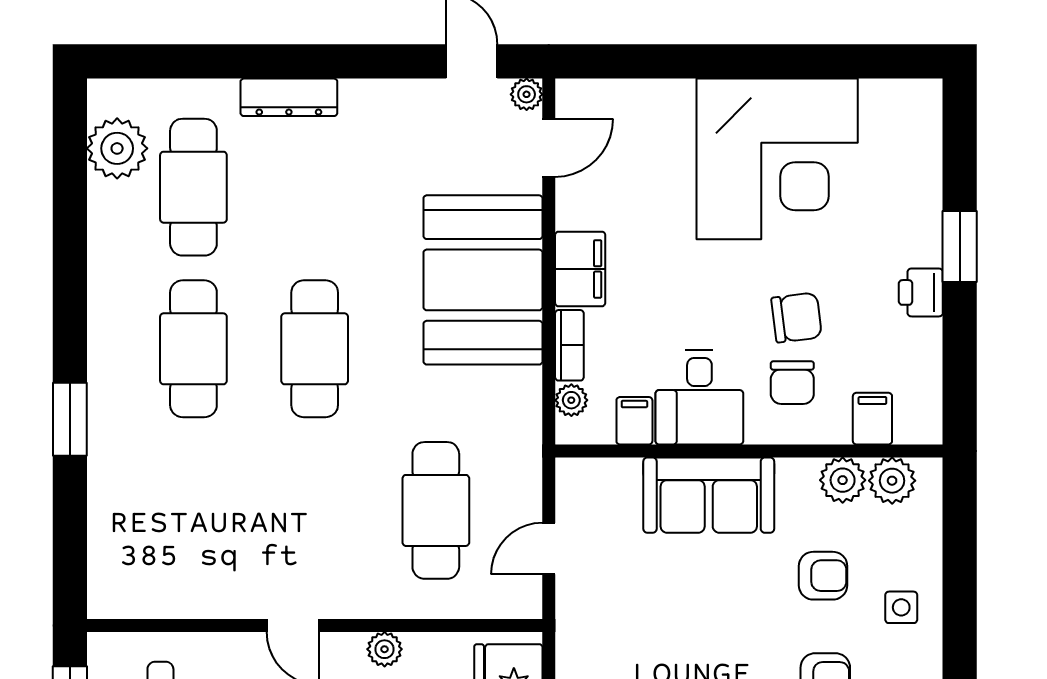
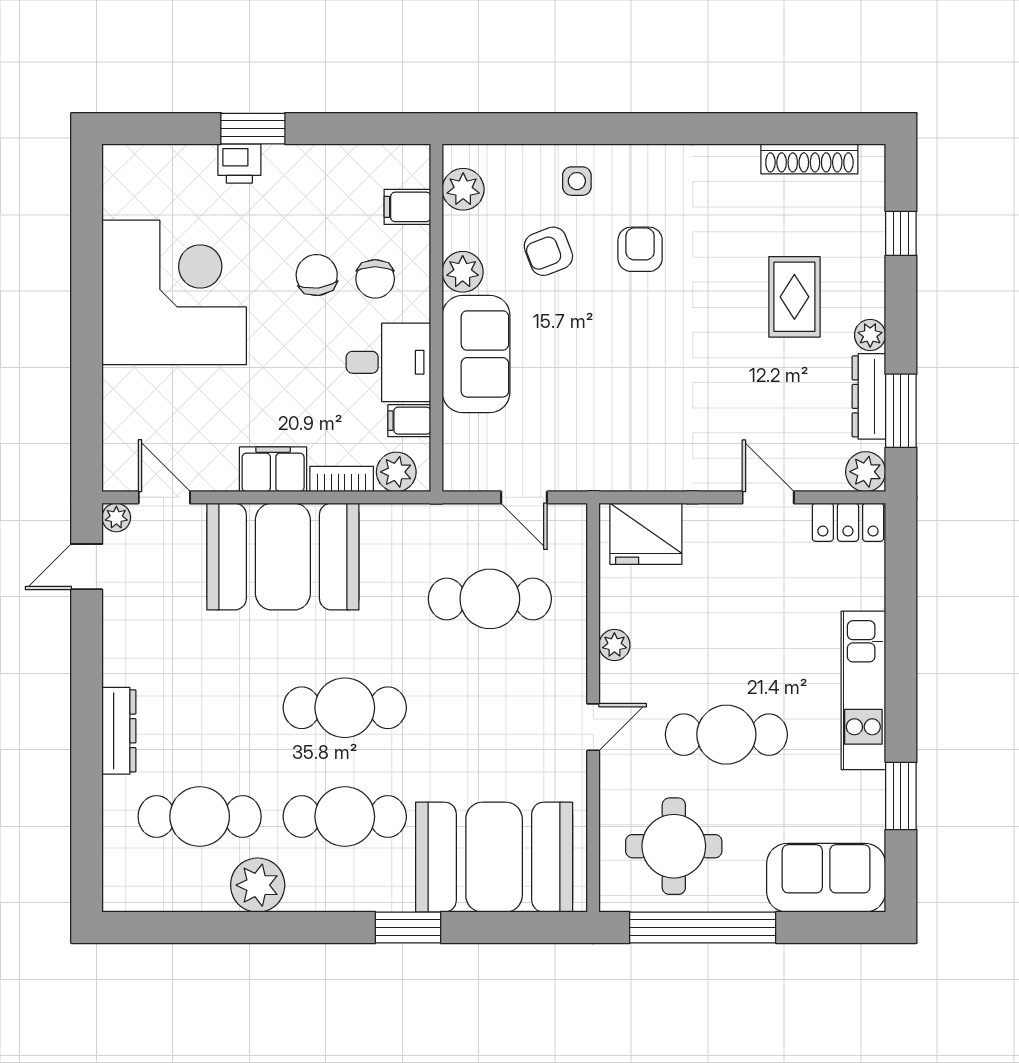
plant: (117, 148) -> (258, 885), moved
printer: (921, 292) -> (239, 163), moved
chair: (792, 383) -> (375, 279), turned 90
plant: (571, 400) -> (396, 472), width x1.38, depth x1.38
plant: (843, 480) -> (463, 272), moved
booth: (148, 515) -> (494, 857), added
armchair: (823, 576) -> (548, 251), turned -111

